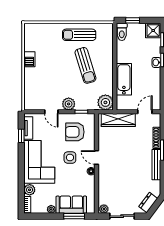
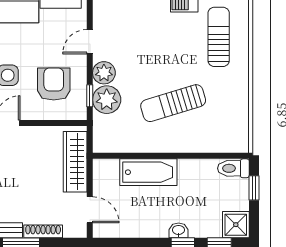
sun lounger: (79, 35) -> (219, 37), moved
plant: (105, 102) -> (107, 100), moved

